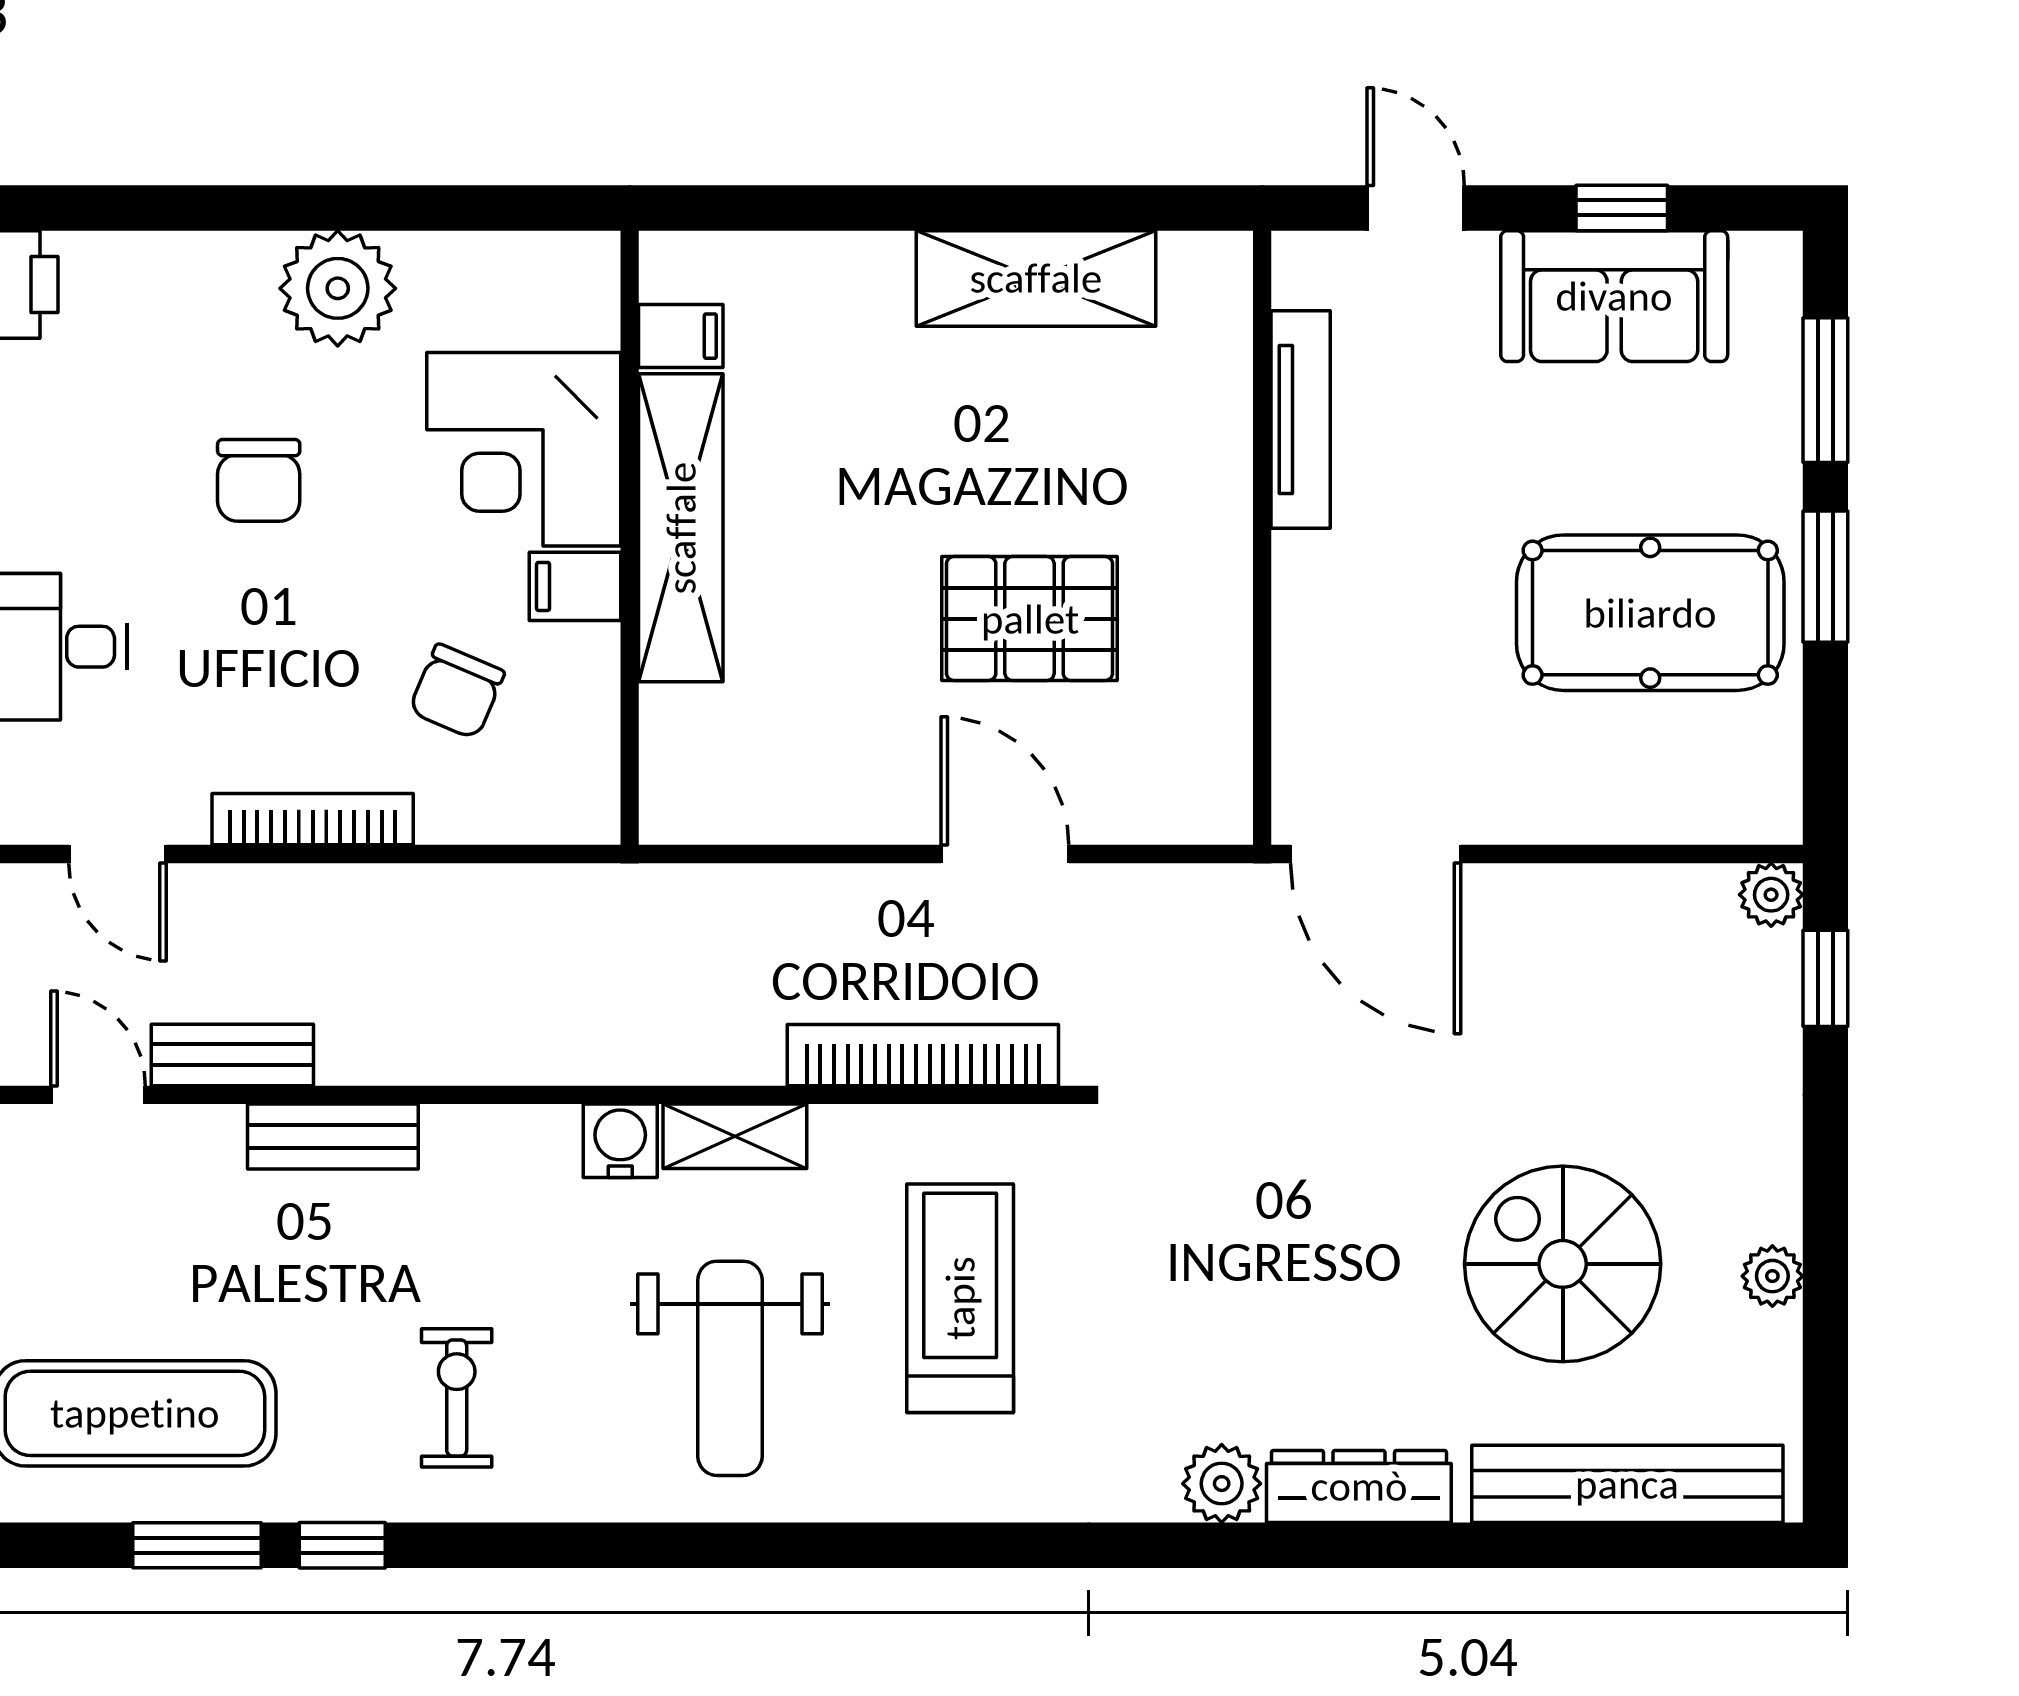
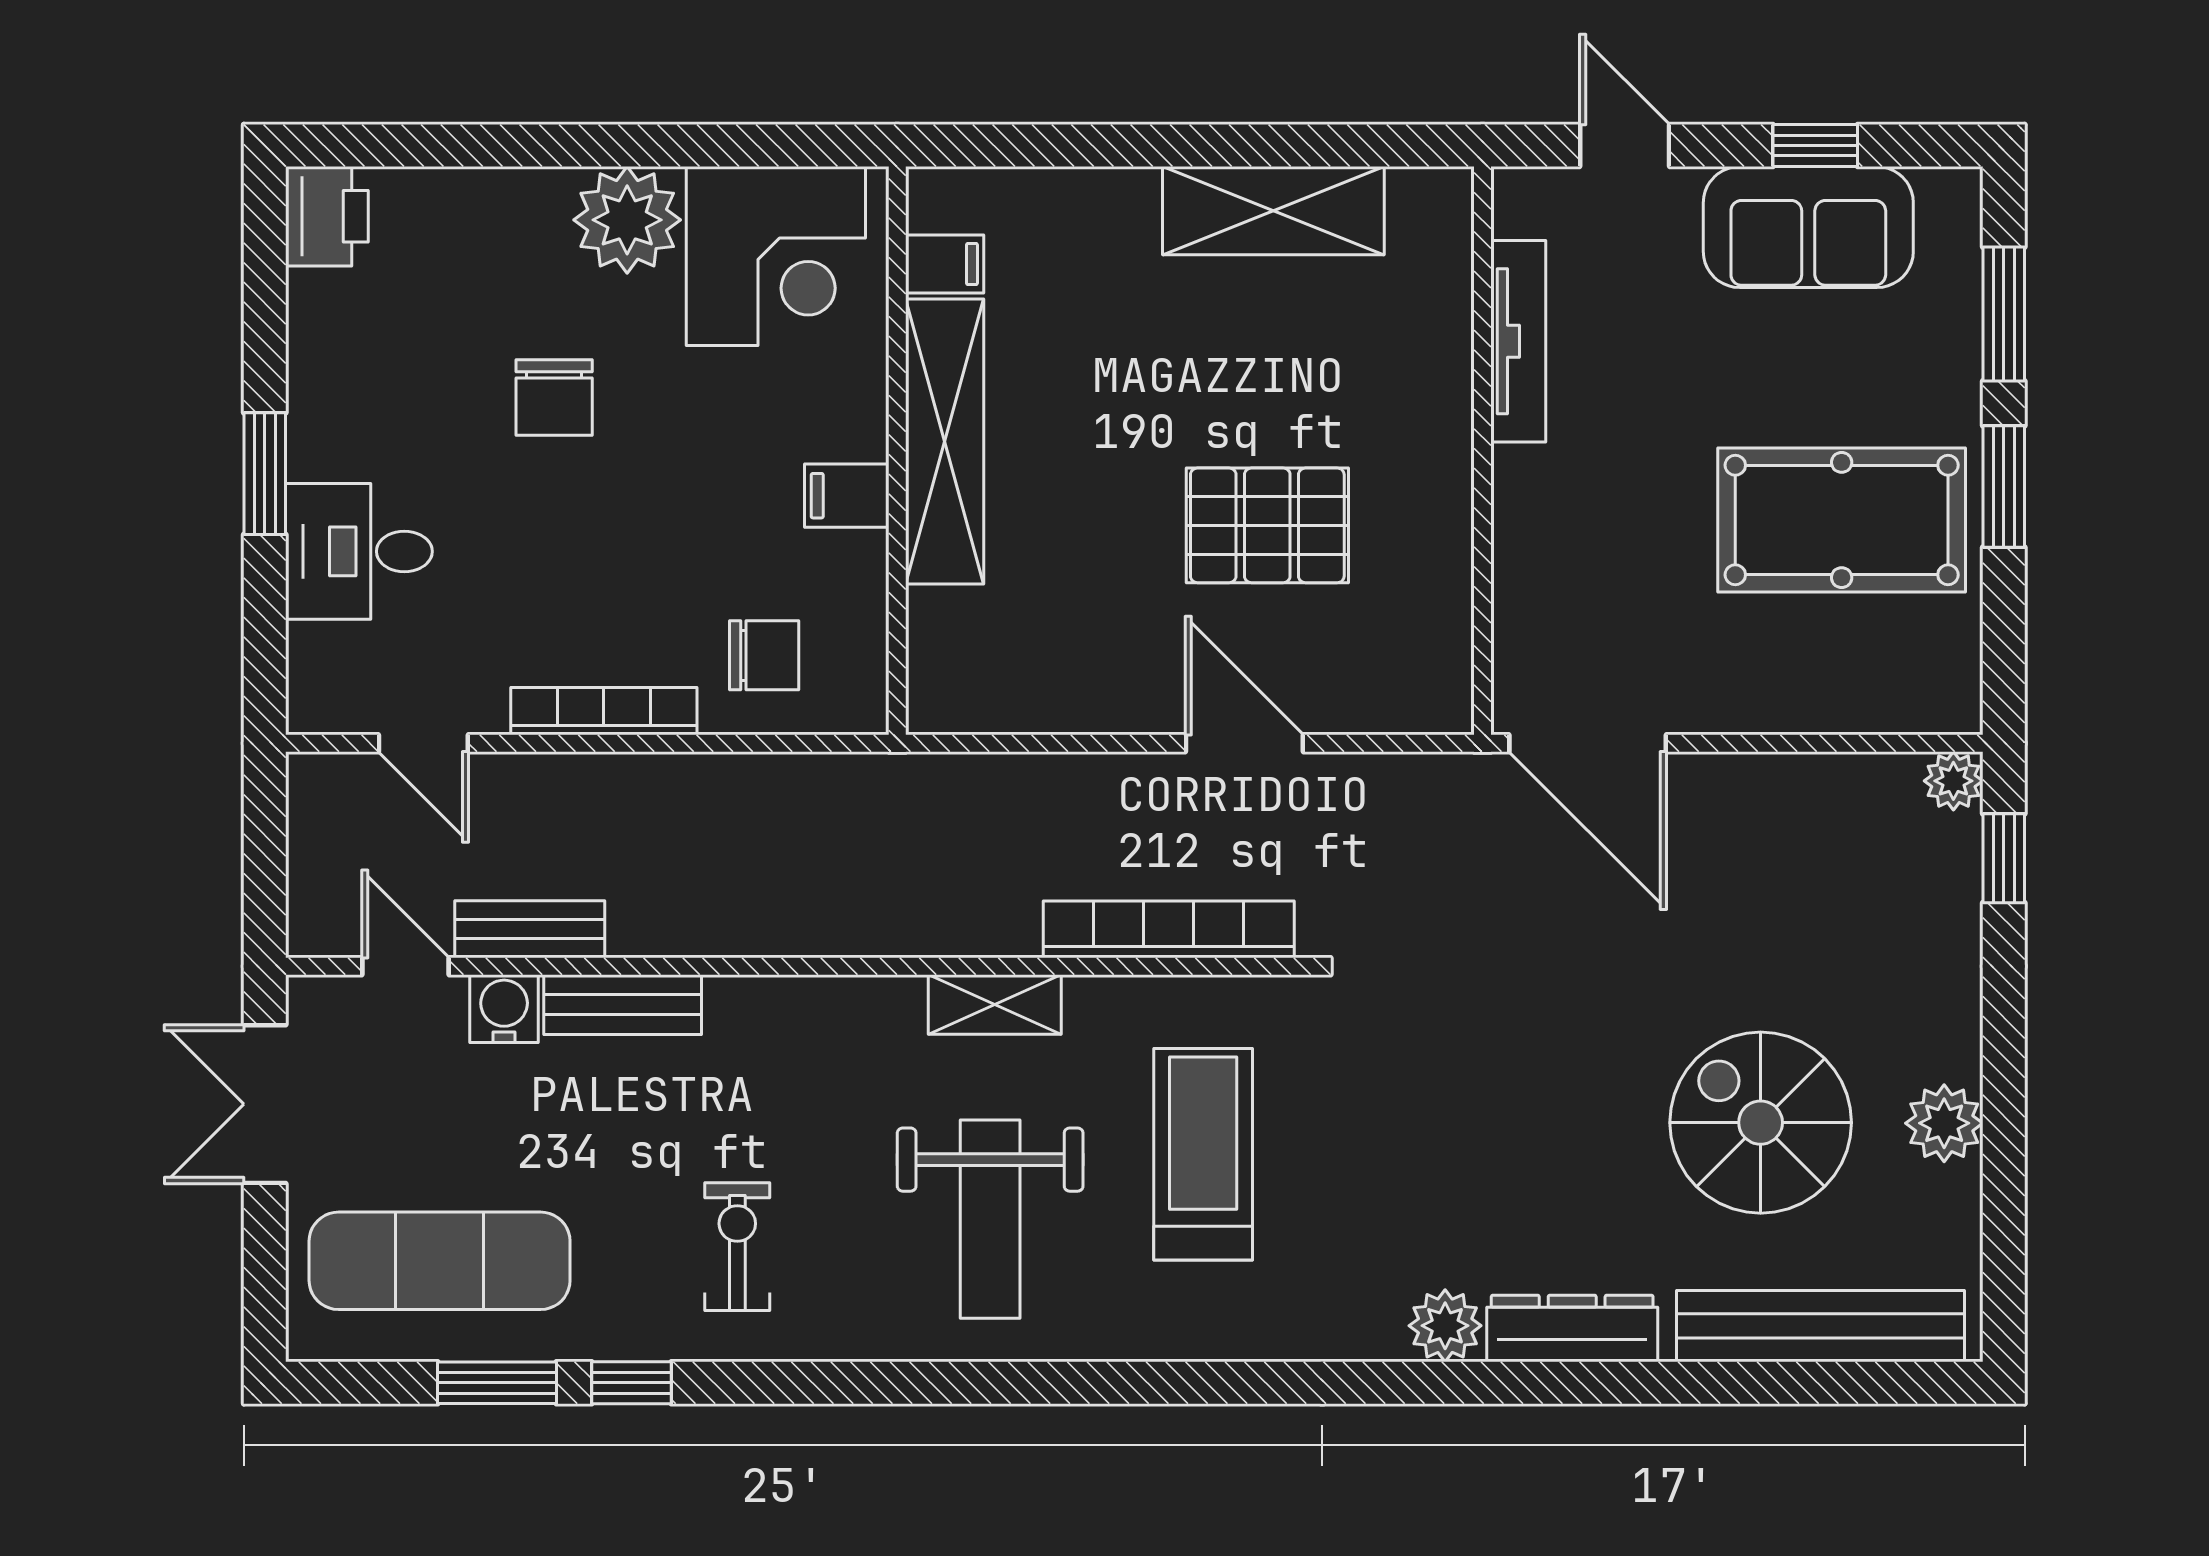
corner desk: (524, 449) -> (776, 256), moved, turned -90
chair: (457, 691) -> (764, 655), moved, turned -113
water cooler: (620, 1141) -> (504, 1009), moved
plant: (1772, 1276) -> (1944, 1123), width x1.38, depth x1.38

